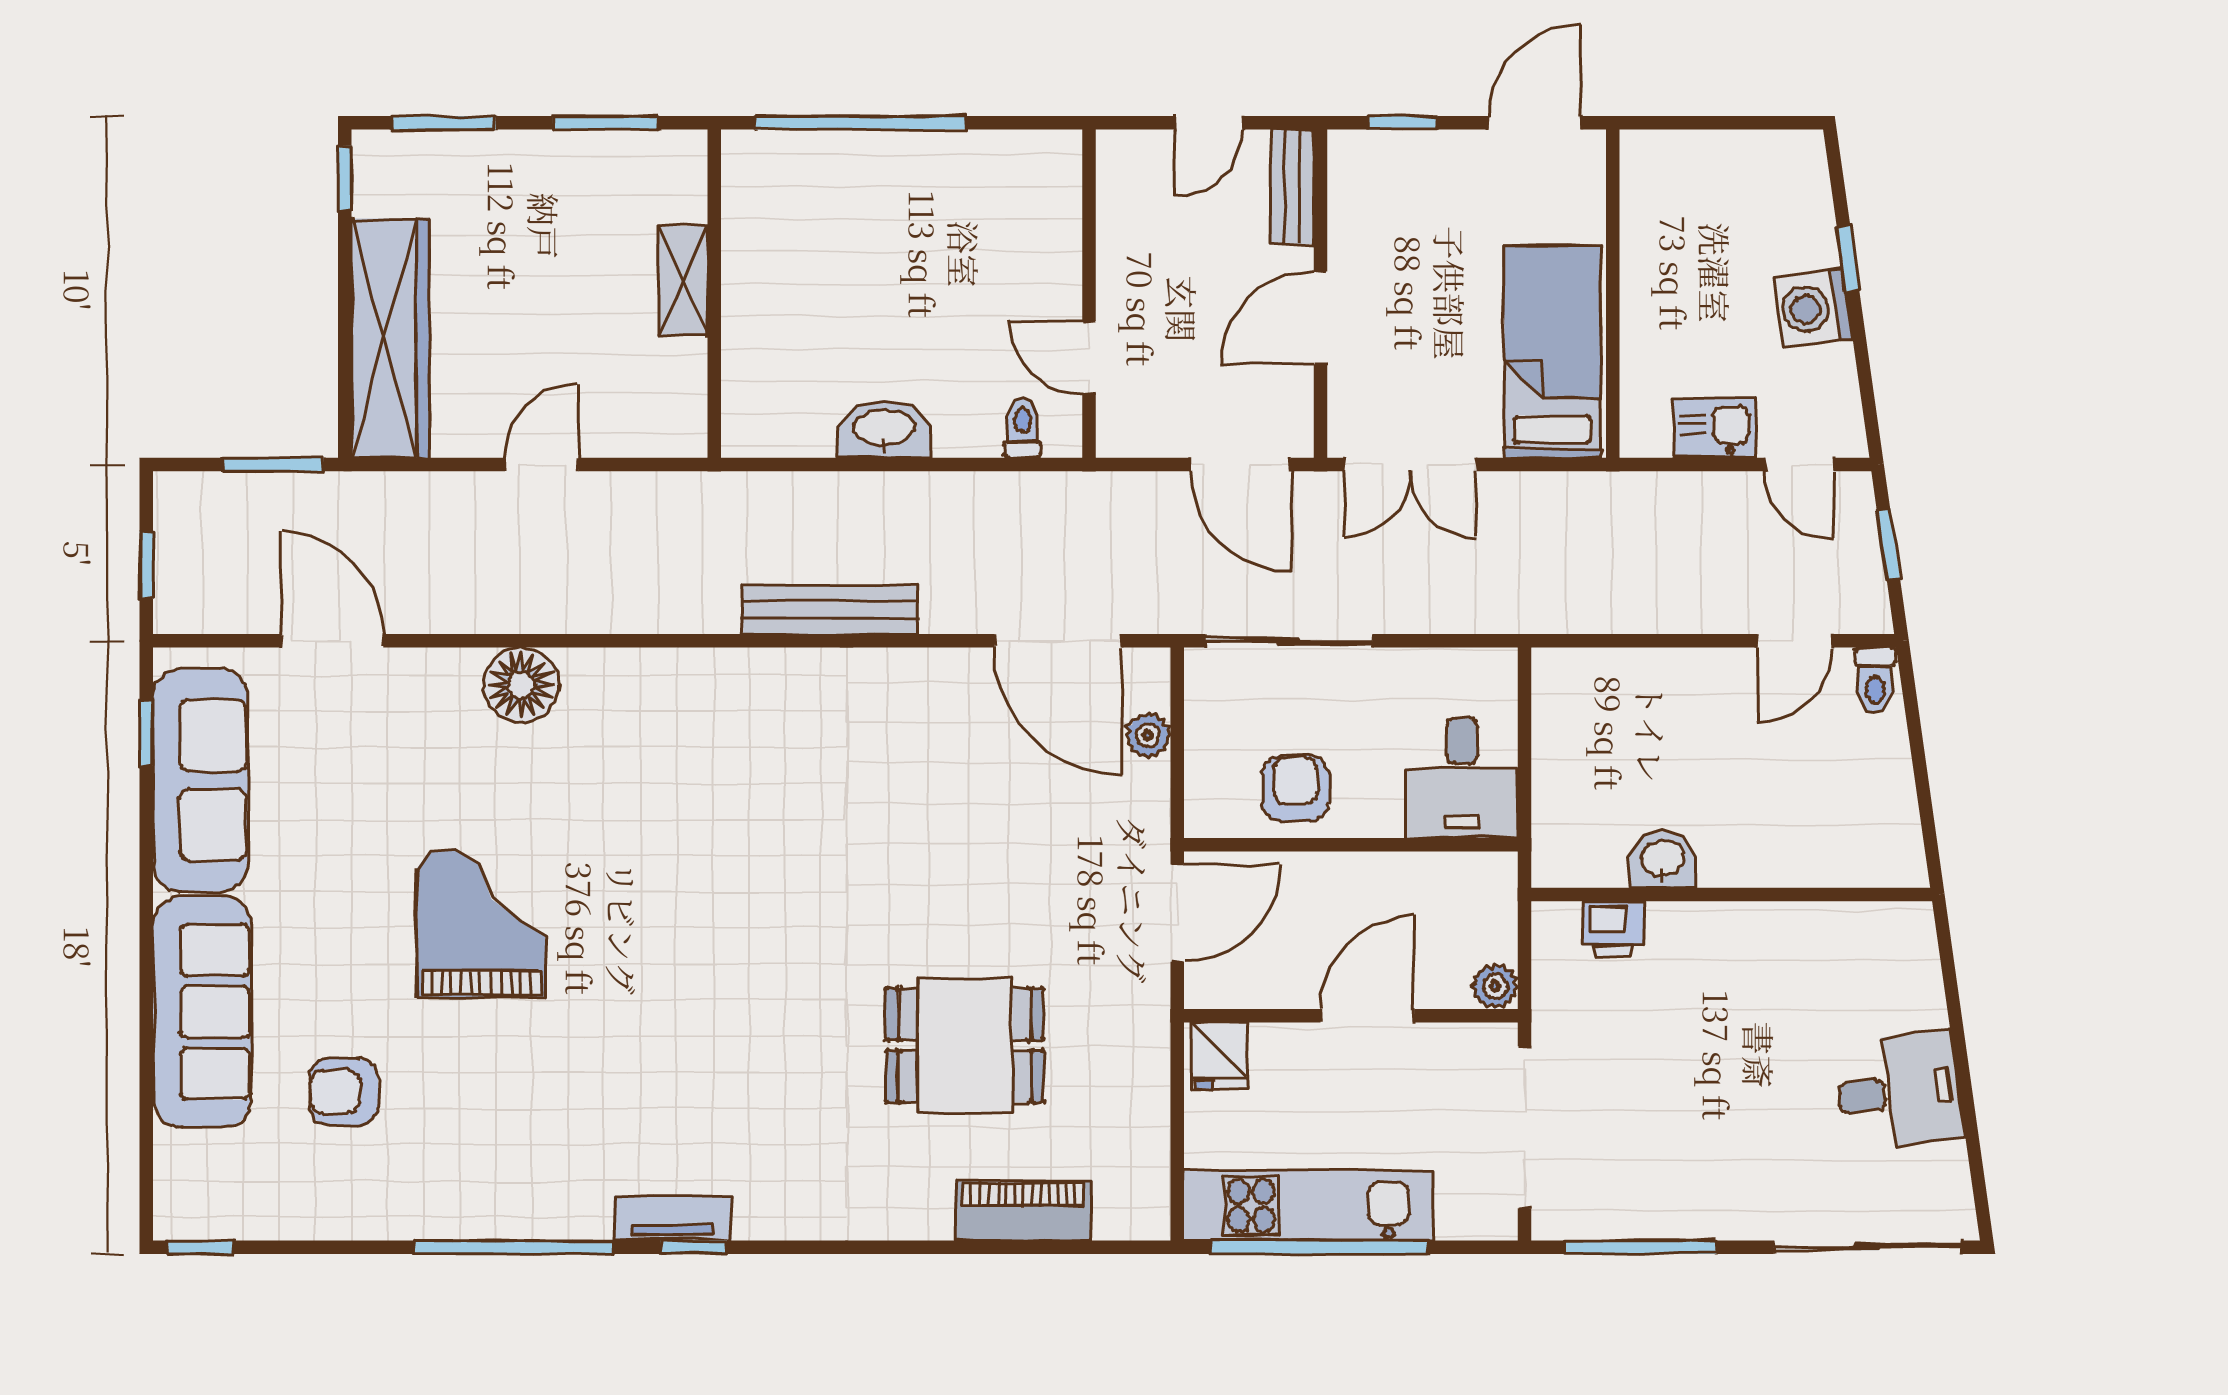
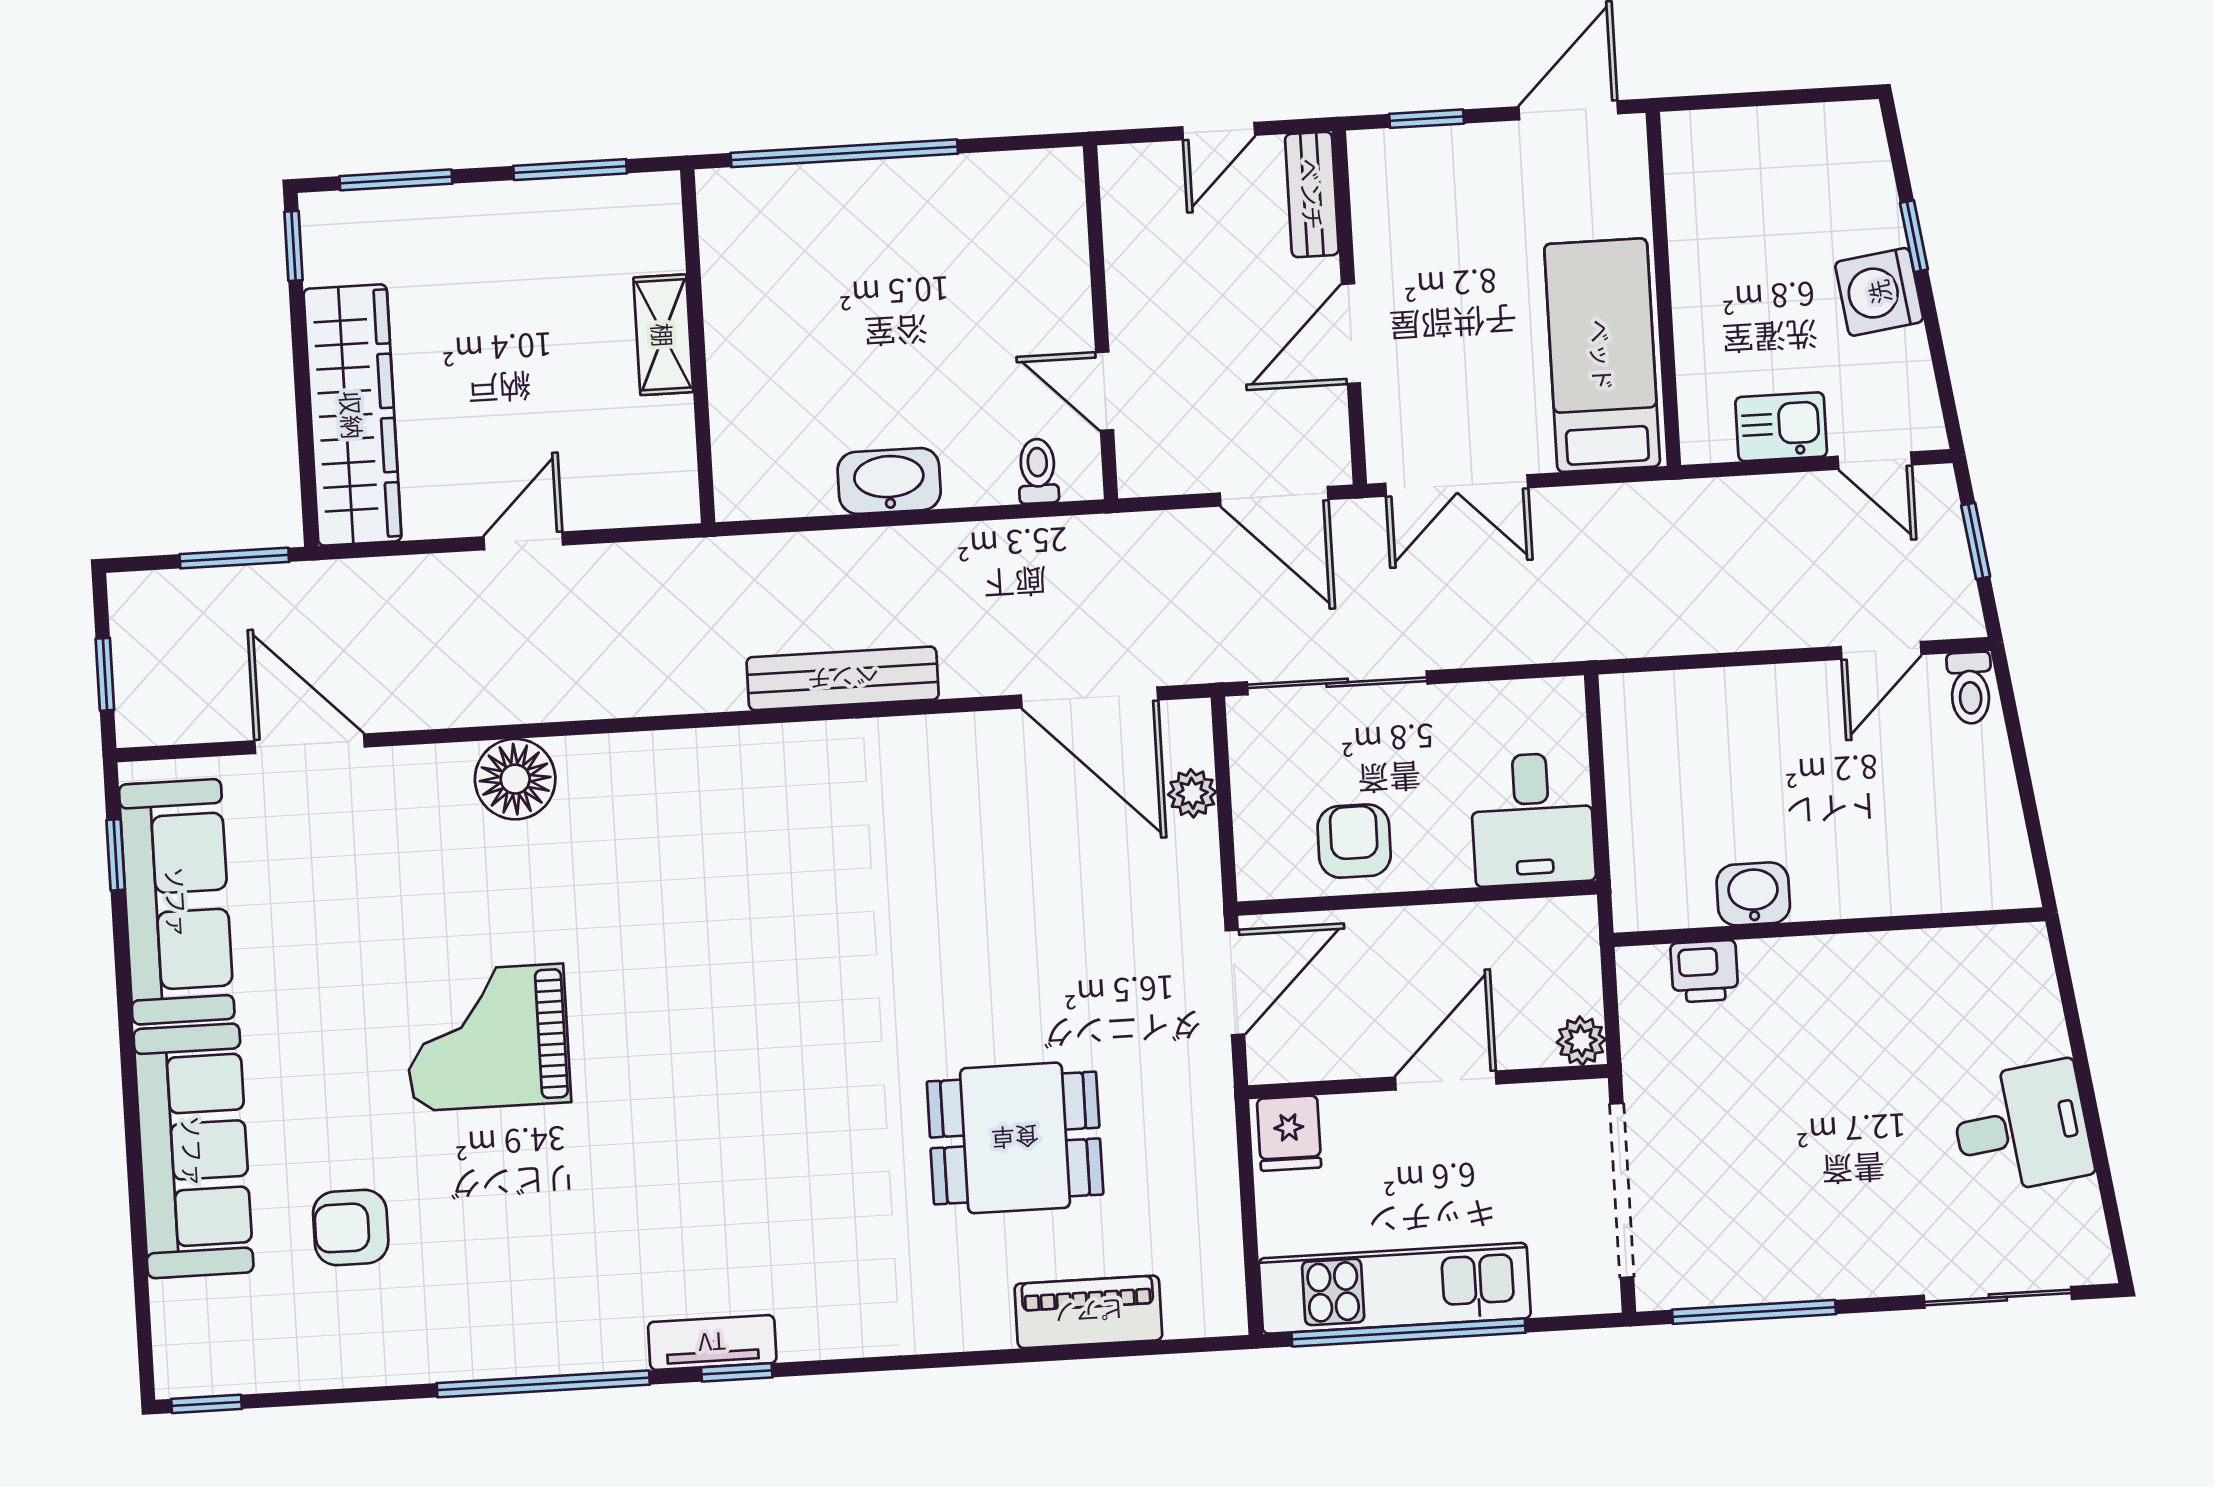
grand piano: (481, 923) -> (487, 1037), turned -90
sliding door: (1867, 1247) -> (1998, 1297), width x0.73

